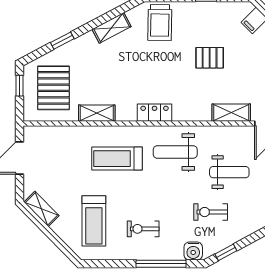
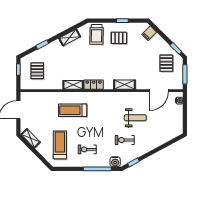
pallet: (210, 58) -> (119, 38), moved
pallet: (53, 88) -> (37, 71), width x0.67, depth x0.71
shelving: (97, 113) -> (73, 85), moved
shelving: (231, 113) -> (125, 85), moved
weight bench: (175, 152) -> (105, 107), removed
treadmill: (94, 221) -> (60, 145), turned 180

